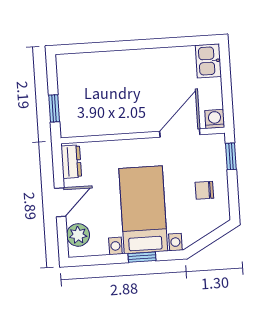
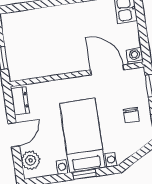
door: (180, 133) -> (107, 70), hinge flipped
chair: (204, 190) -> (131, 115), turned -90

